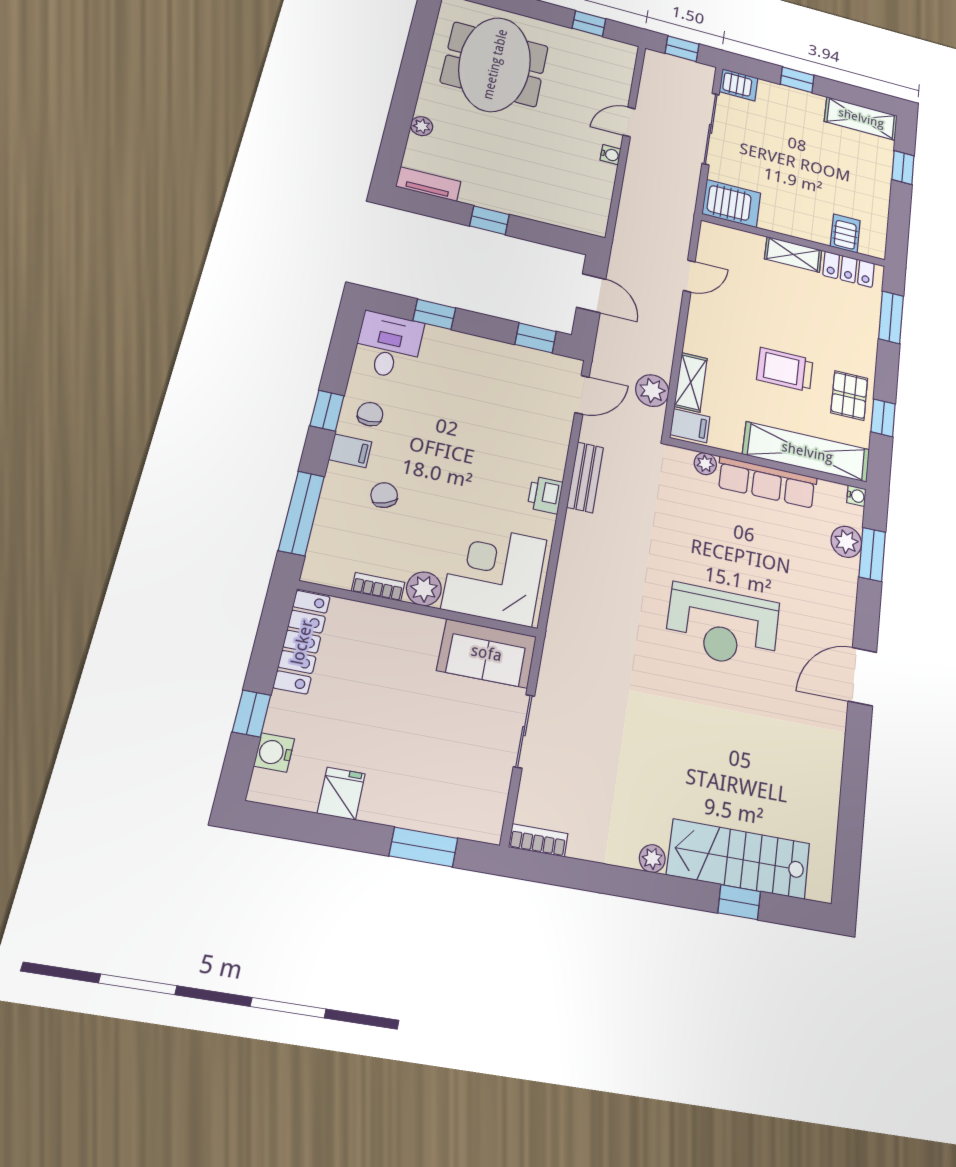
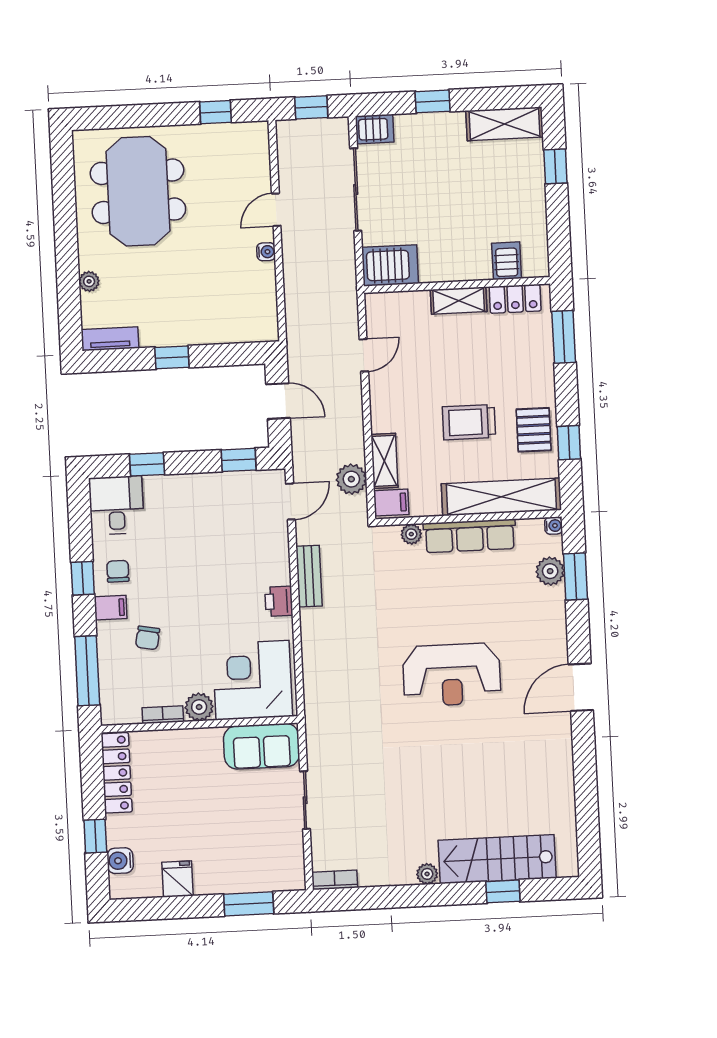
chair: (384, 495) -> (148, 638), turned -148

